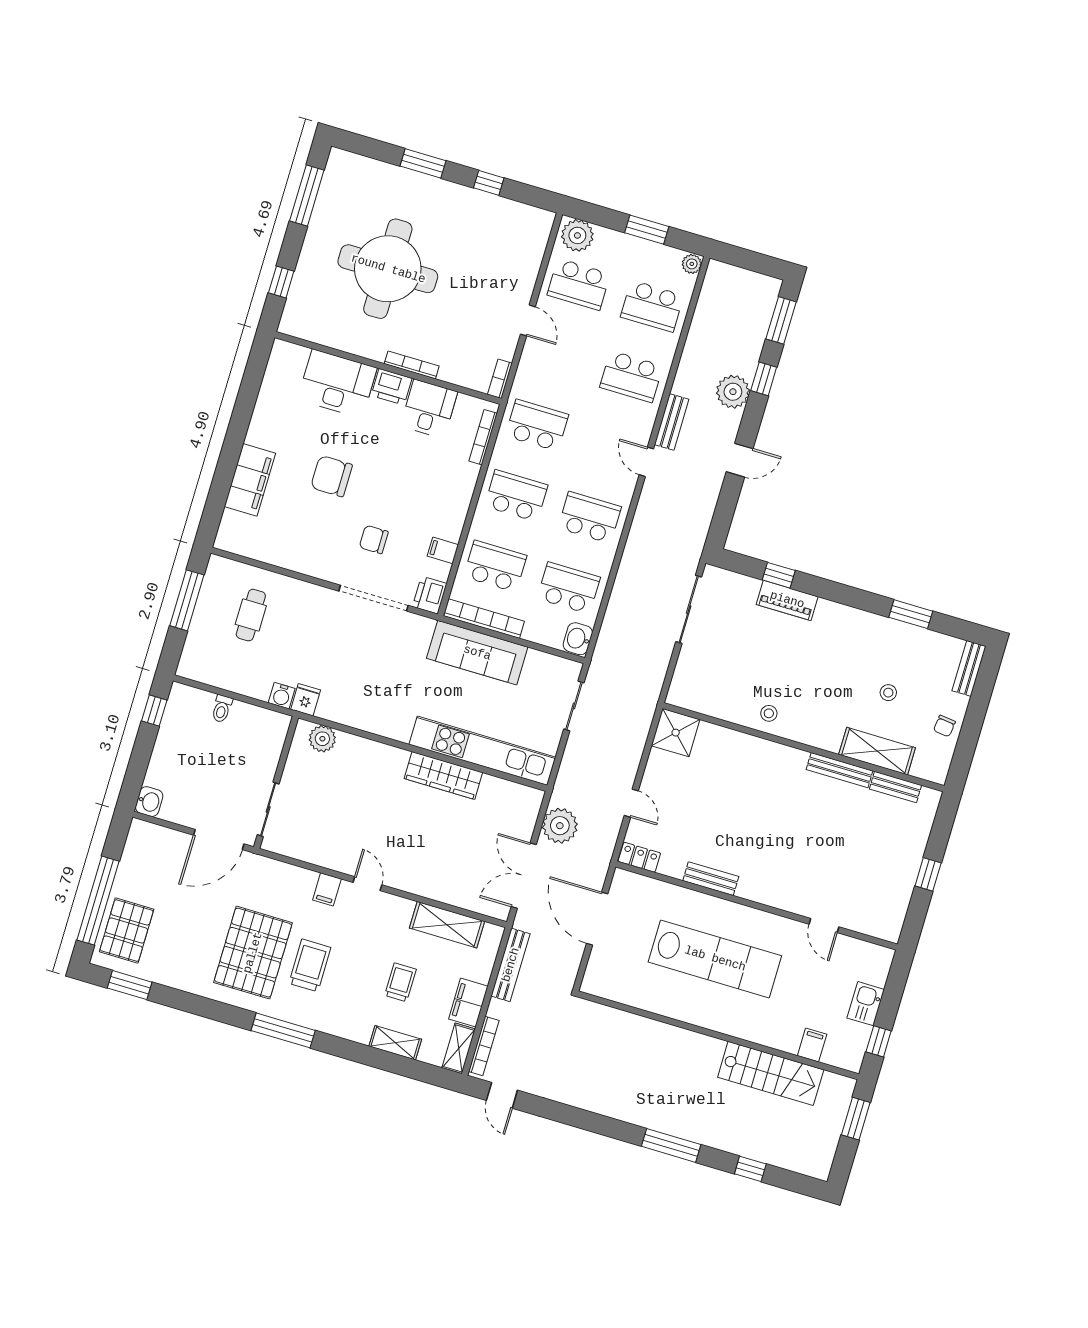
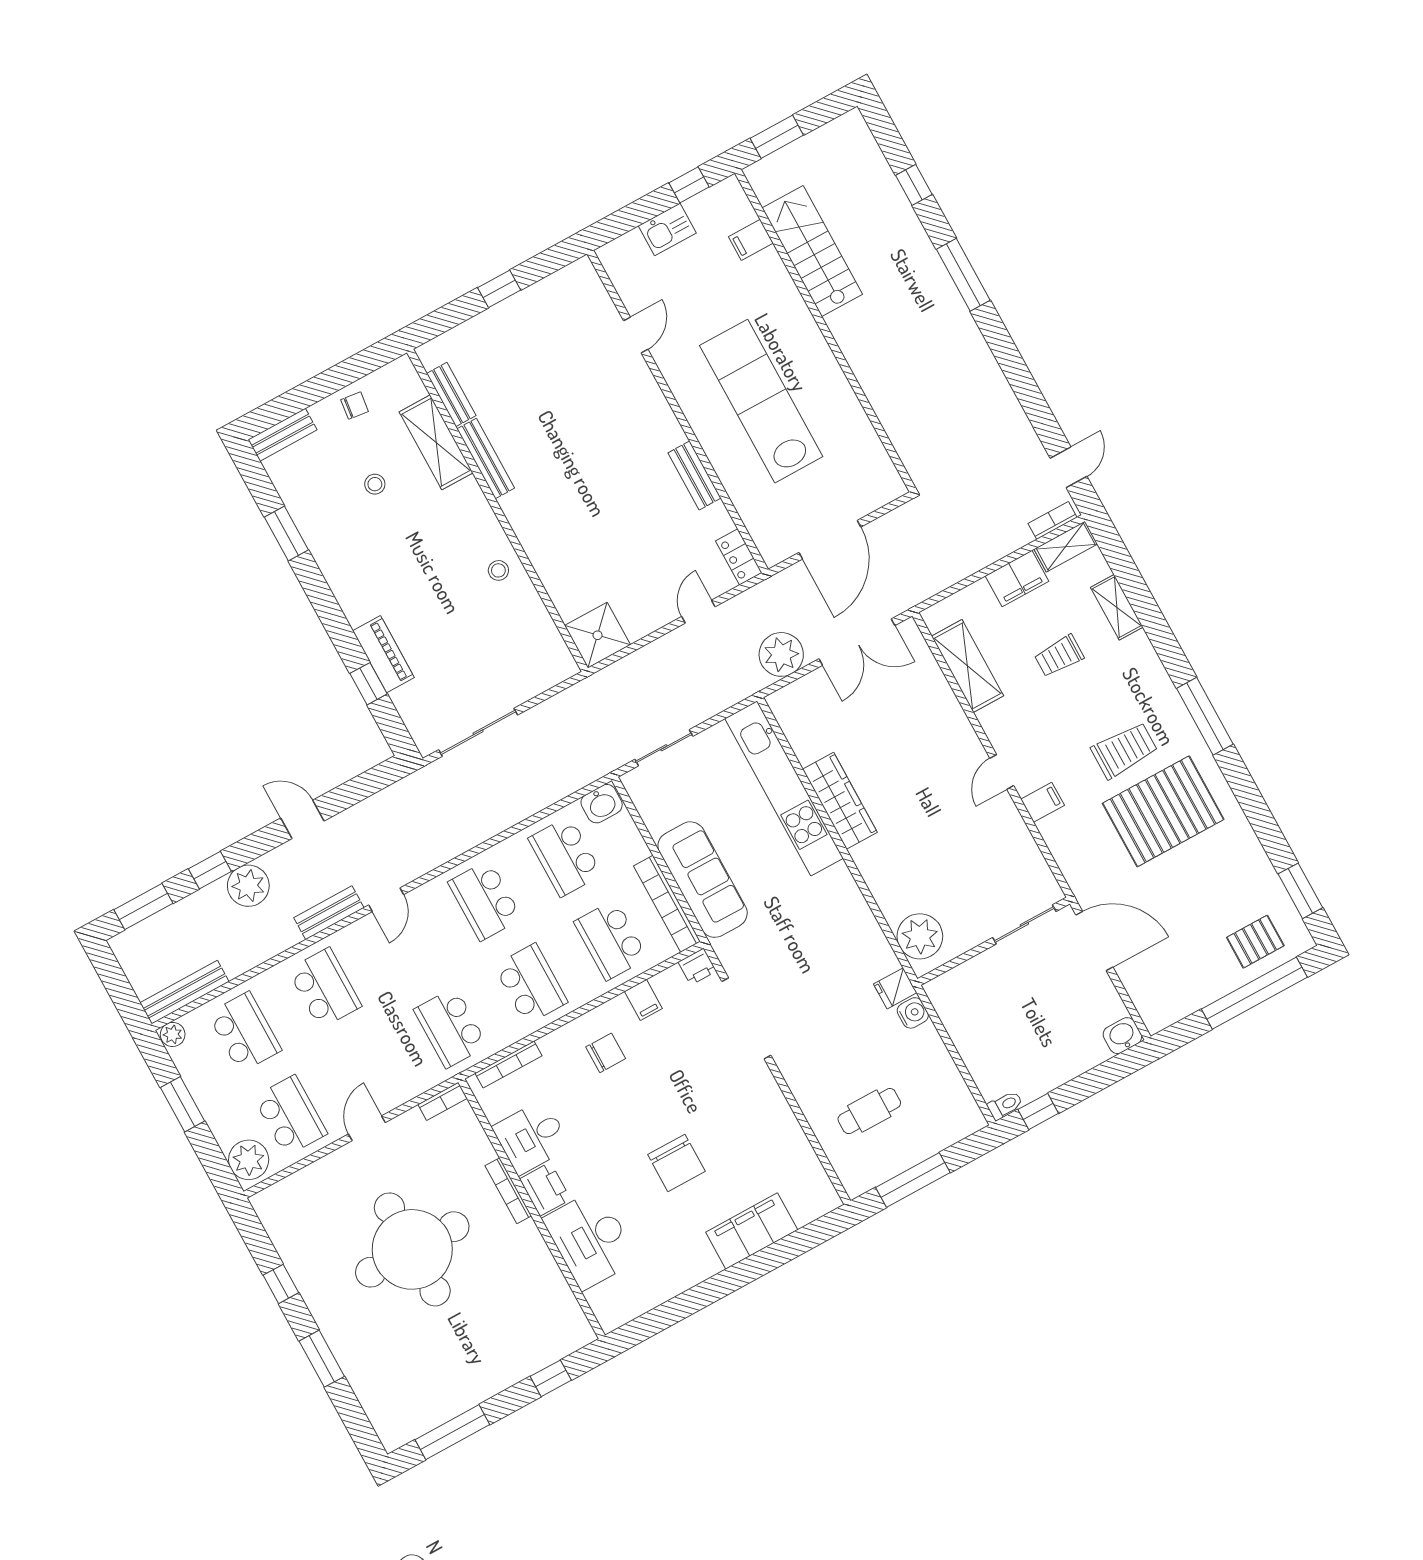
round table: (388, 269) -> (412, 1249), moved
school desk: (516, 496) -> (531, 984), turned 180
chair: (374, 539) -> (606, 1053), moved, turned -90
printer: (430, 595) -> (697, 967), width x0.73, depth x0.81
toilet: (222, 709) -> (1005, 1105), moved
plant: (322, 739) -> (920, 936), width x1.36, depth x1.36
pallet: (127, 931) -> (1255, 942), width x0.67, depth x0.71
trolley: (310, 965) -> (1124, 750), turned 180
bench: (511, 965) -> (184, 992), moved
bookcase: (484, 1046) -> (1053, 520), width x0.64

